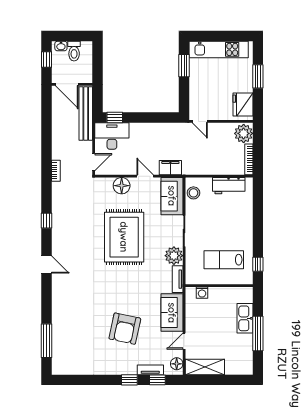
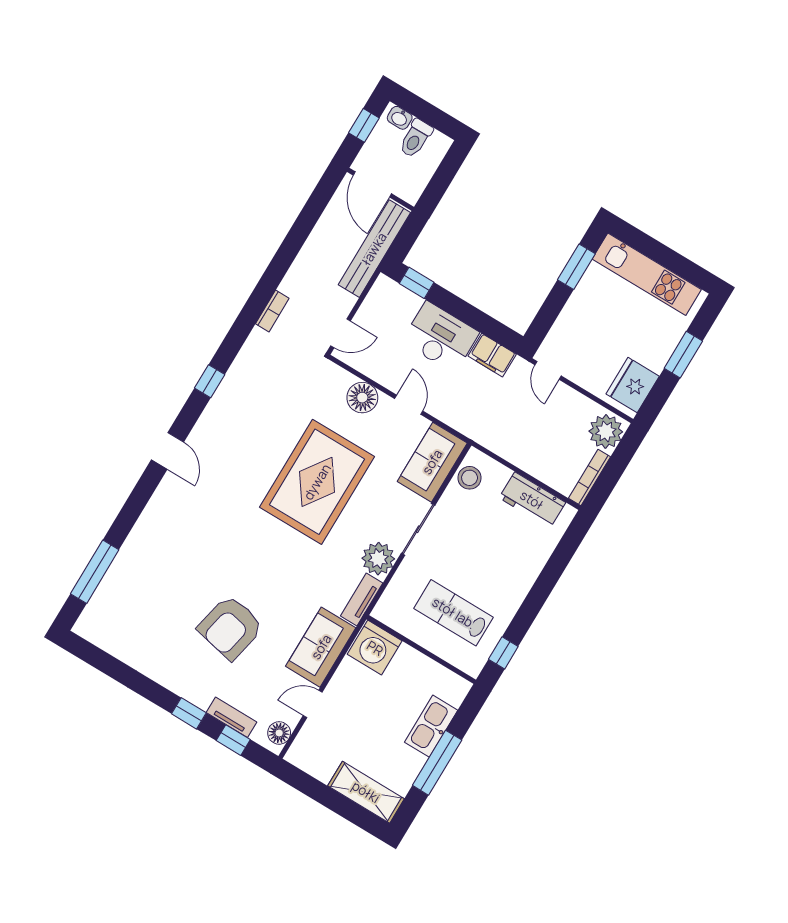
desk: (112, 136) -> (440, 337), moved
filing cabinet: (170, 168) -> (492, 355), moved, turned 180
washing machine: (202, 293) -> (375, 648), width x1.89, depth x1.89
shelving: (205, 367) -> (366, 792), moved

